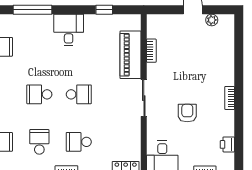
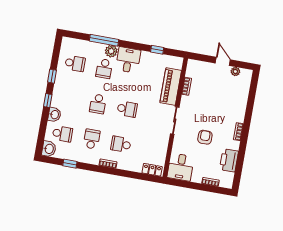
plant: (44, 22) -> (111, 51), added
school desk: (39, 47) -> (104, 69), added
school desk: (39, 94) -> (98, 104), turned -90
printer: (227, 144) -> (229, 160), width x1.87, depth x1.48

